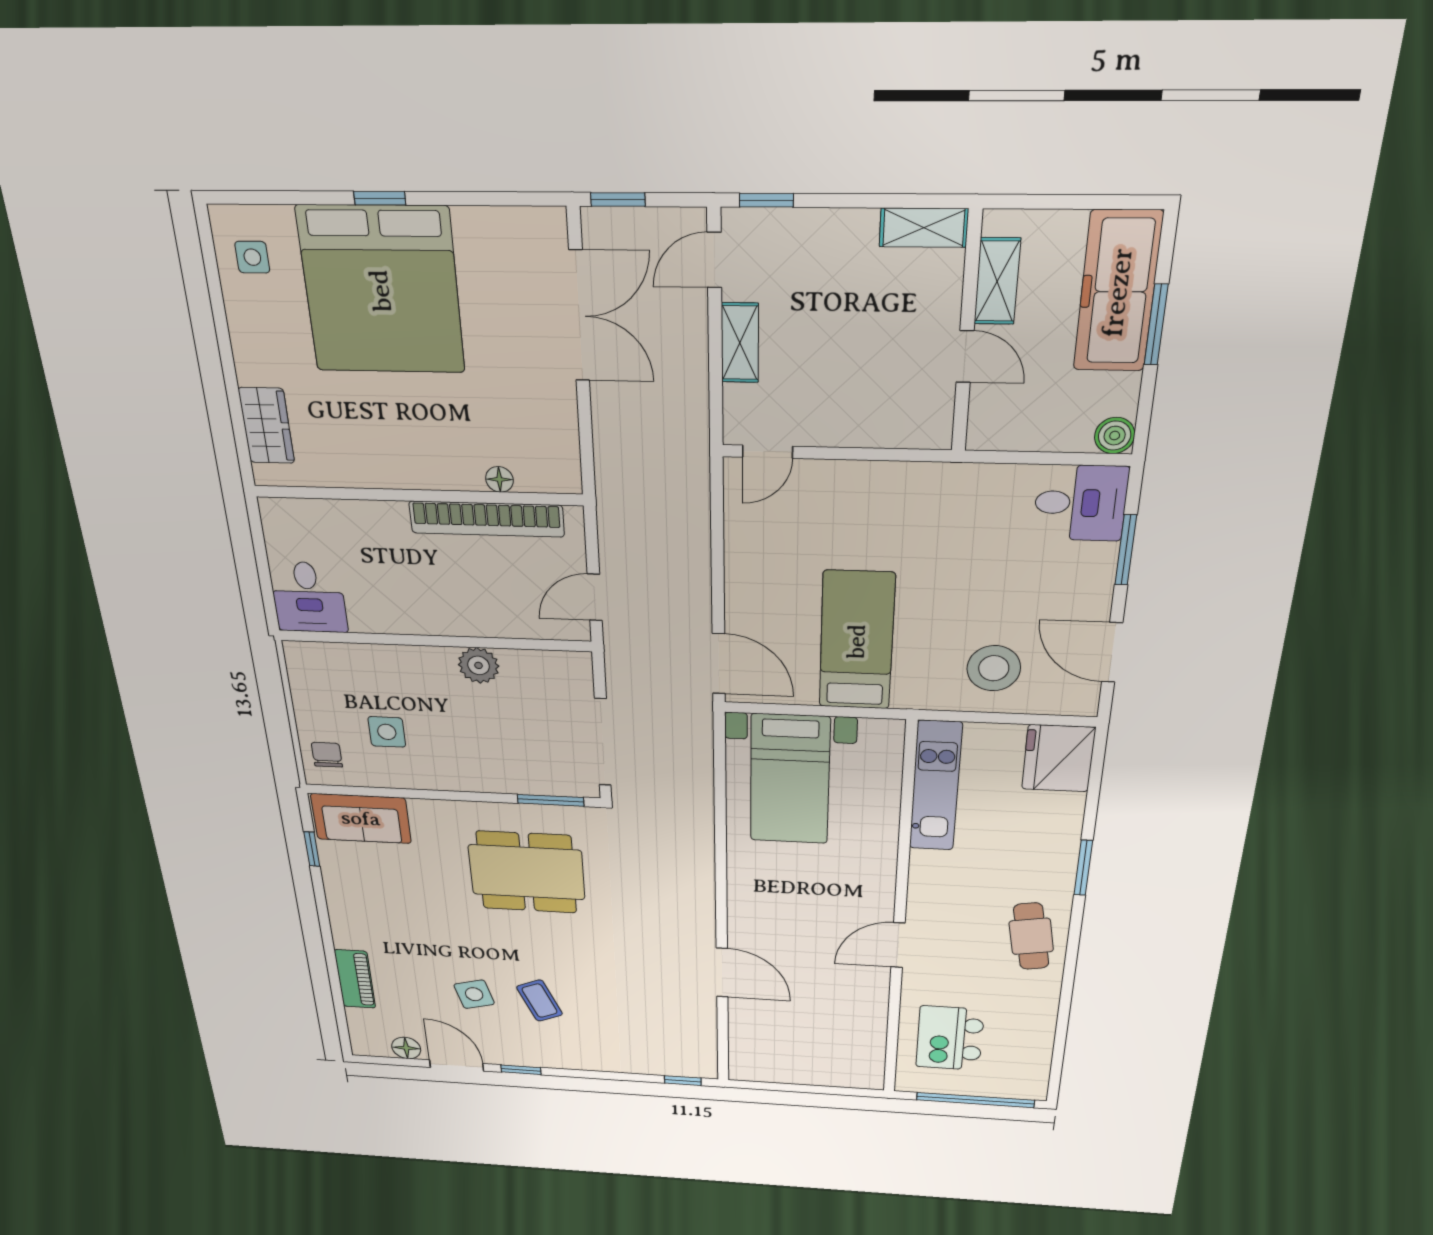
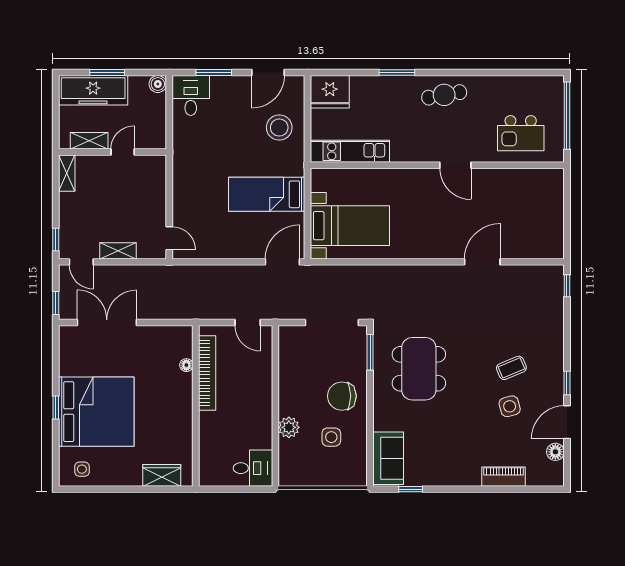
plant: (479, 665) -> (289, 427), moved
chair: (327, 755) -> (342, 396), moved, width x1.87, depth x1.87

